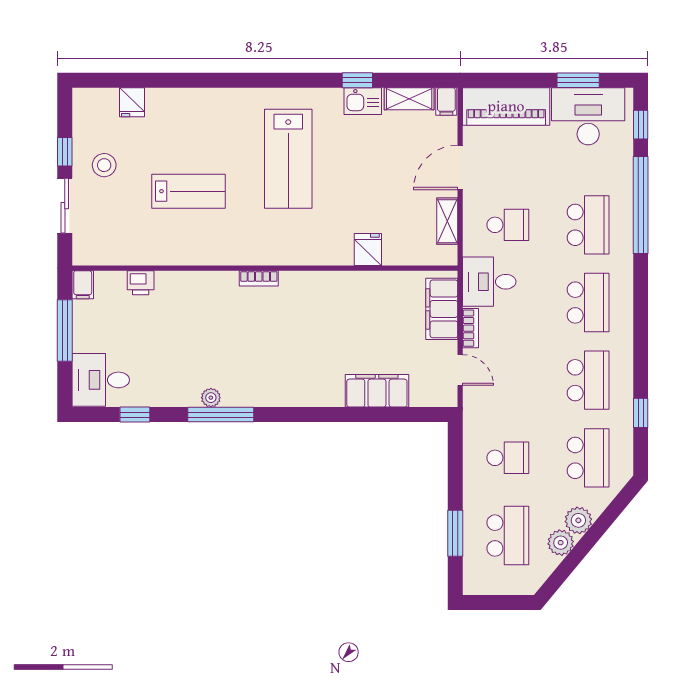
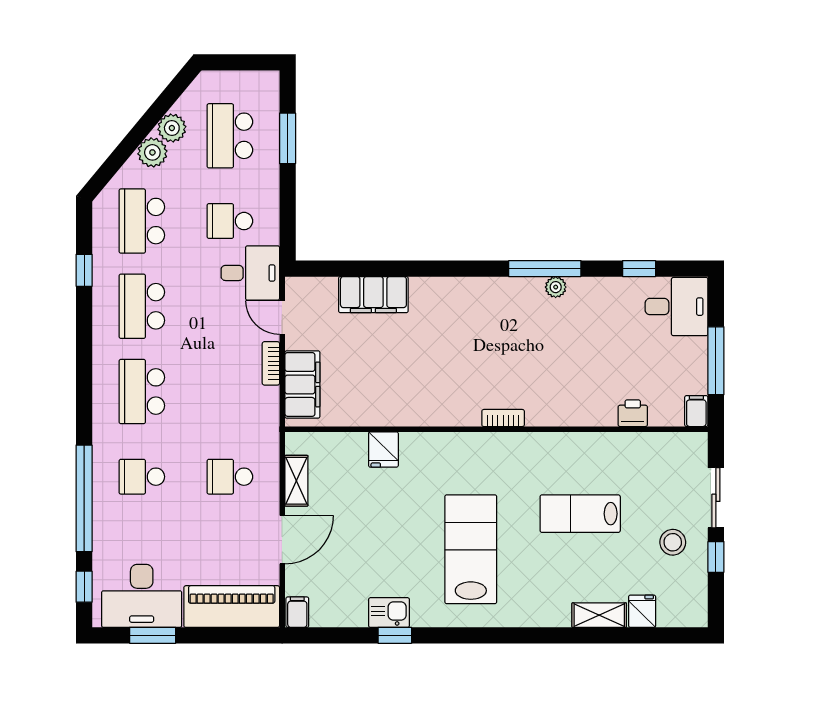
shelving: (409, 99) -> (599, 615), moved
school desk: (588, 225) -> (142, 477), width x0.54
desk: (489, 282) -> (250, 273), moved

